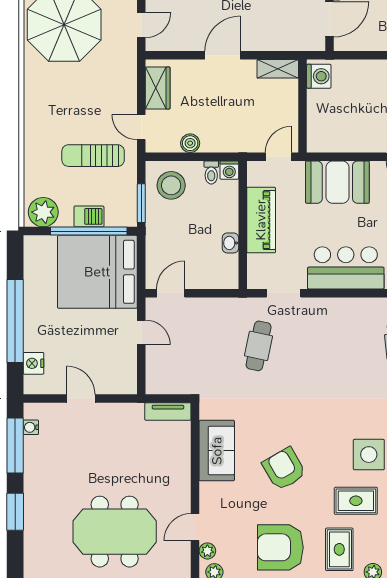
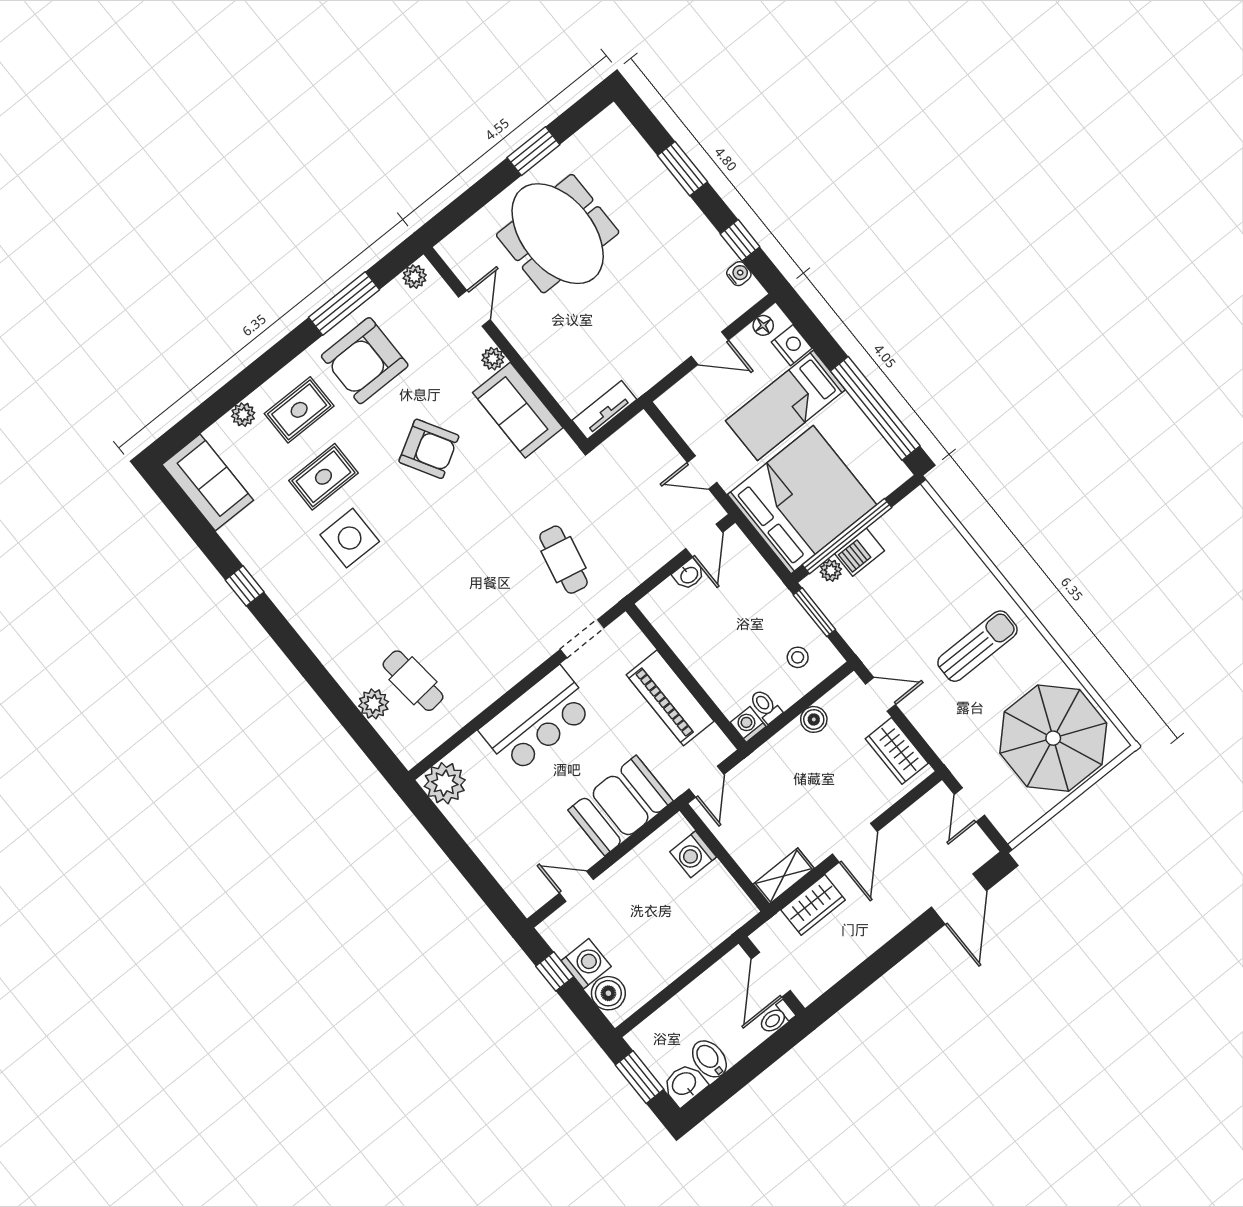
wardrobe: (274, 39) -> (813, 905), added
washing machine: (319, 76) -> (693, 854), moved
sun lounger: (93, 156) -> (977, 646), moved
stool: (171, 185) -> (798, 657), width x0.53, depth x0.53
plant: (43, 212) -> (831, 571), moved, width x0.53, depth x0.53
washbasin: (230, 243) -> (689, 575), moved, turned 90
window: (15, 321) -> (875, 408), moved
bed: (64, 332) -> (785, 405), added
floor lamp: (41, 387) -> (763, 325), added
window: (15, 445) -> (740, 240), width x0.46
meeting table: (115, 532) -> (558, 234), turned 90
armchair: (280, 547) -> (365, 361), turned 180
rug: (339, 549) -> (299, 410), turned 90
plant: (207, 551) -> (493, 359), moved

